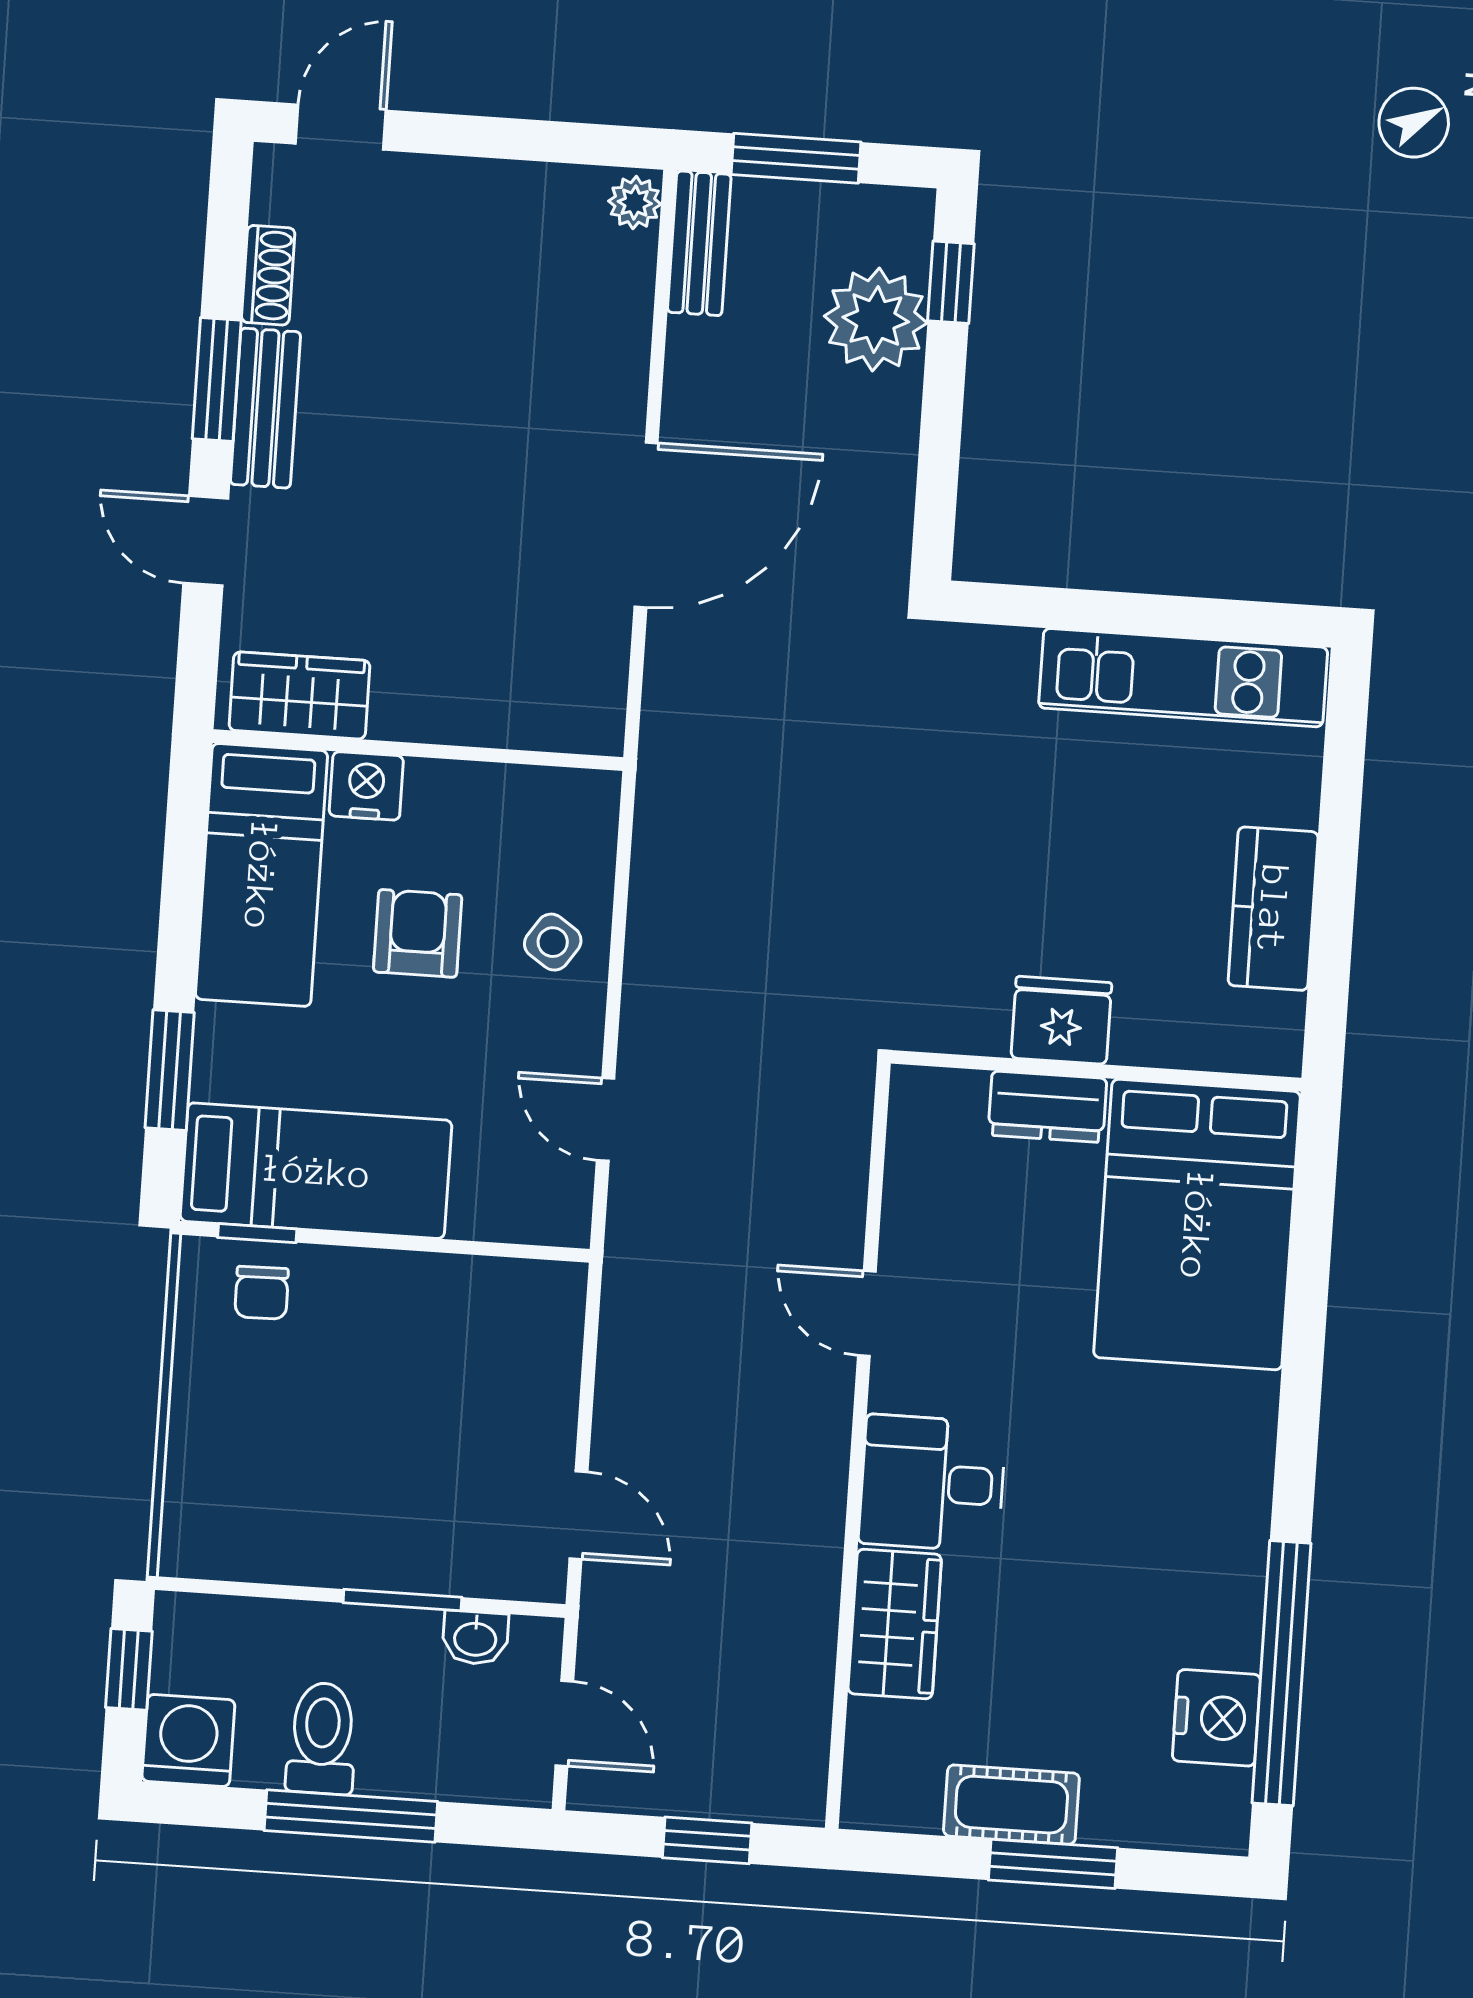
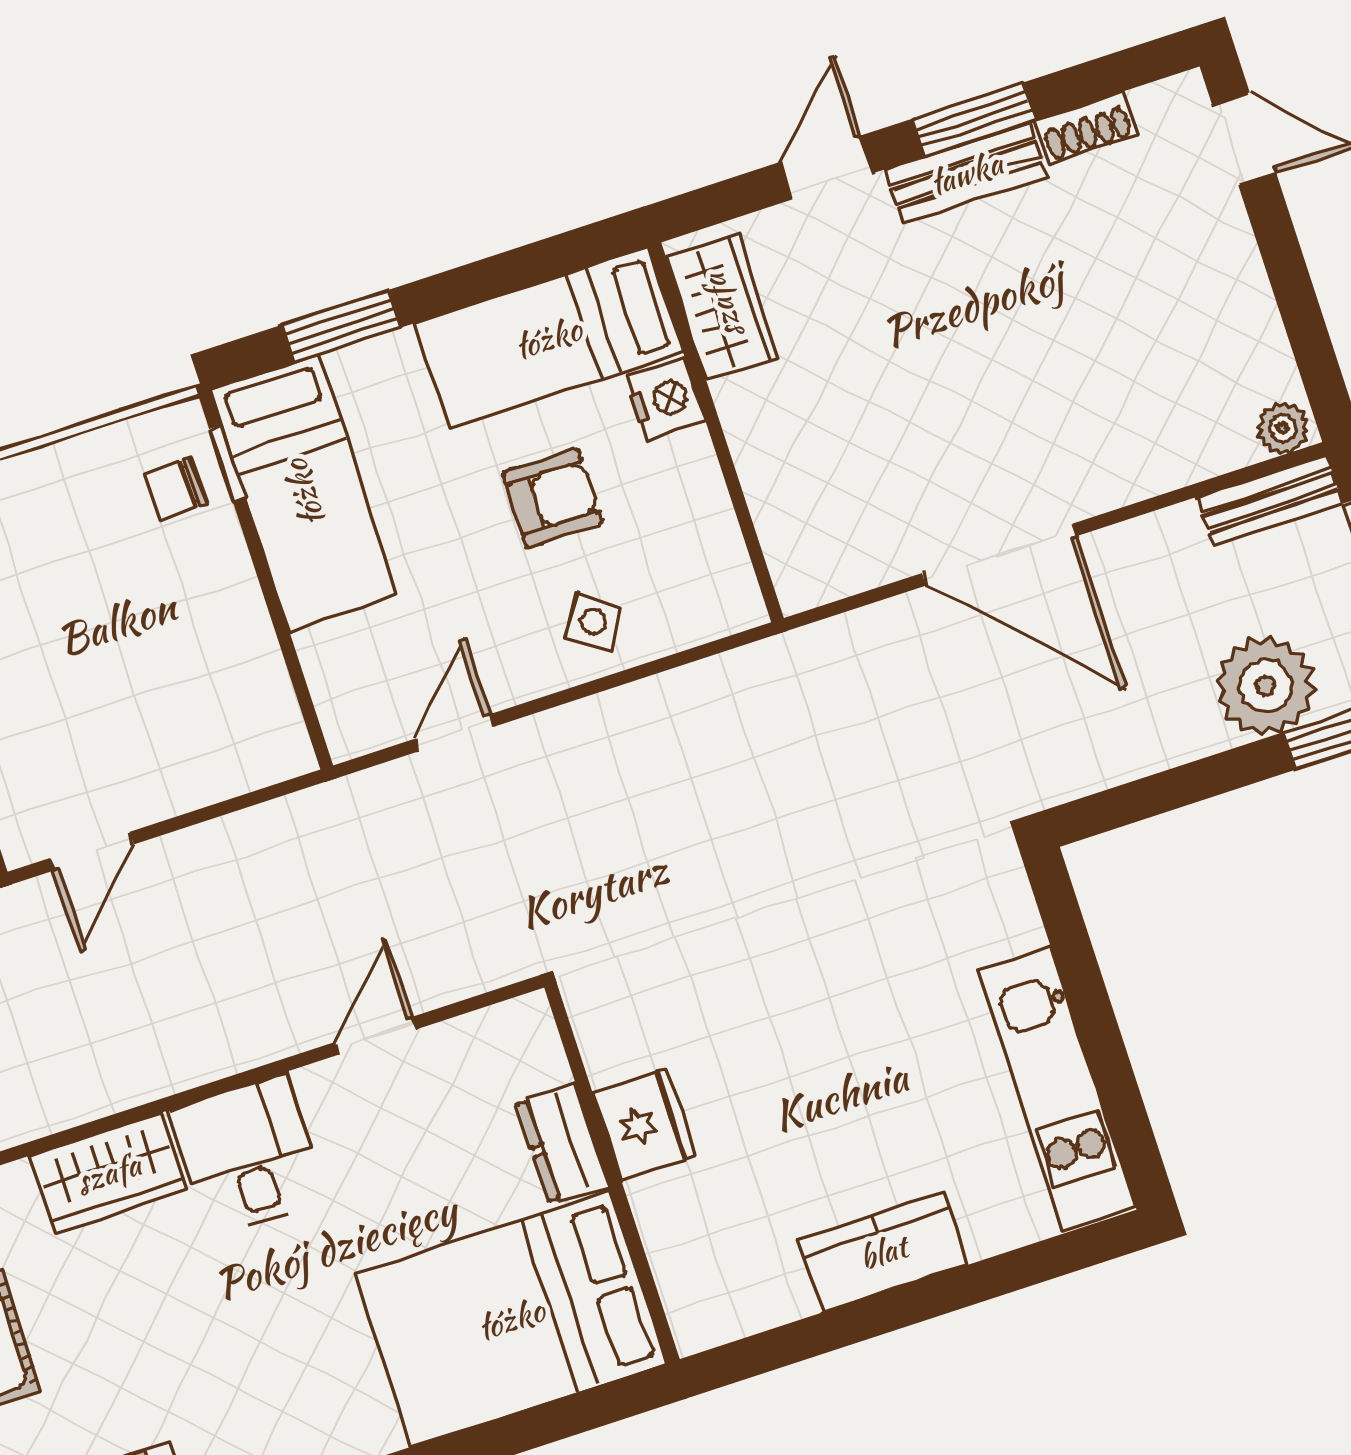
fridge: (1061, 1020) -> (644, 1124), moved
wall: (1096, 1071) -> (612, 1173), moved
dresser: (1047, 1107) -> (562, 1143), moved
bed: (1197, 1225) -> (511, 1319), moved

